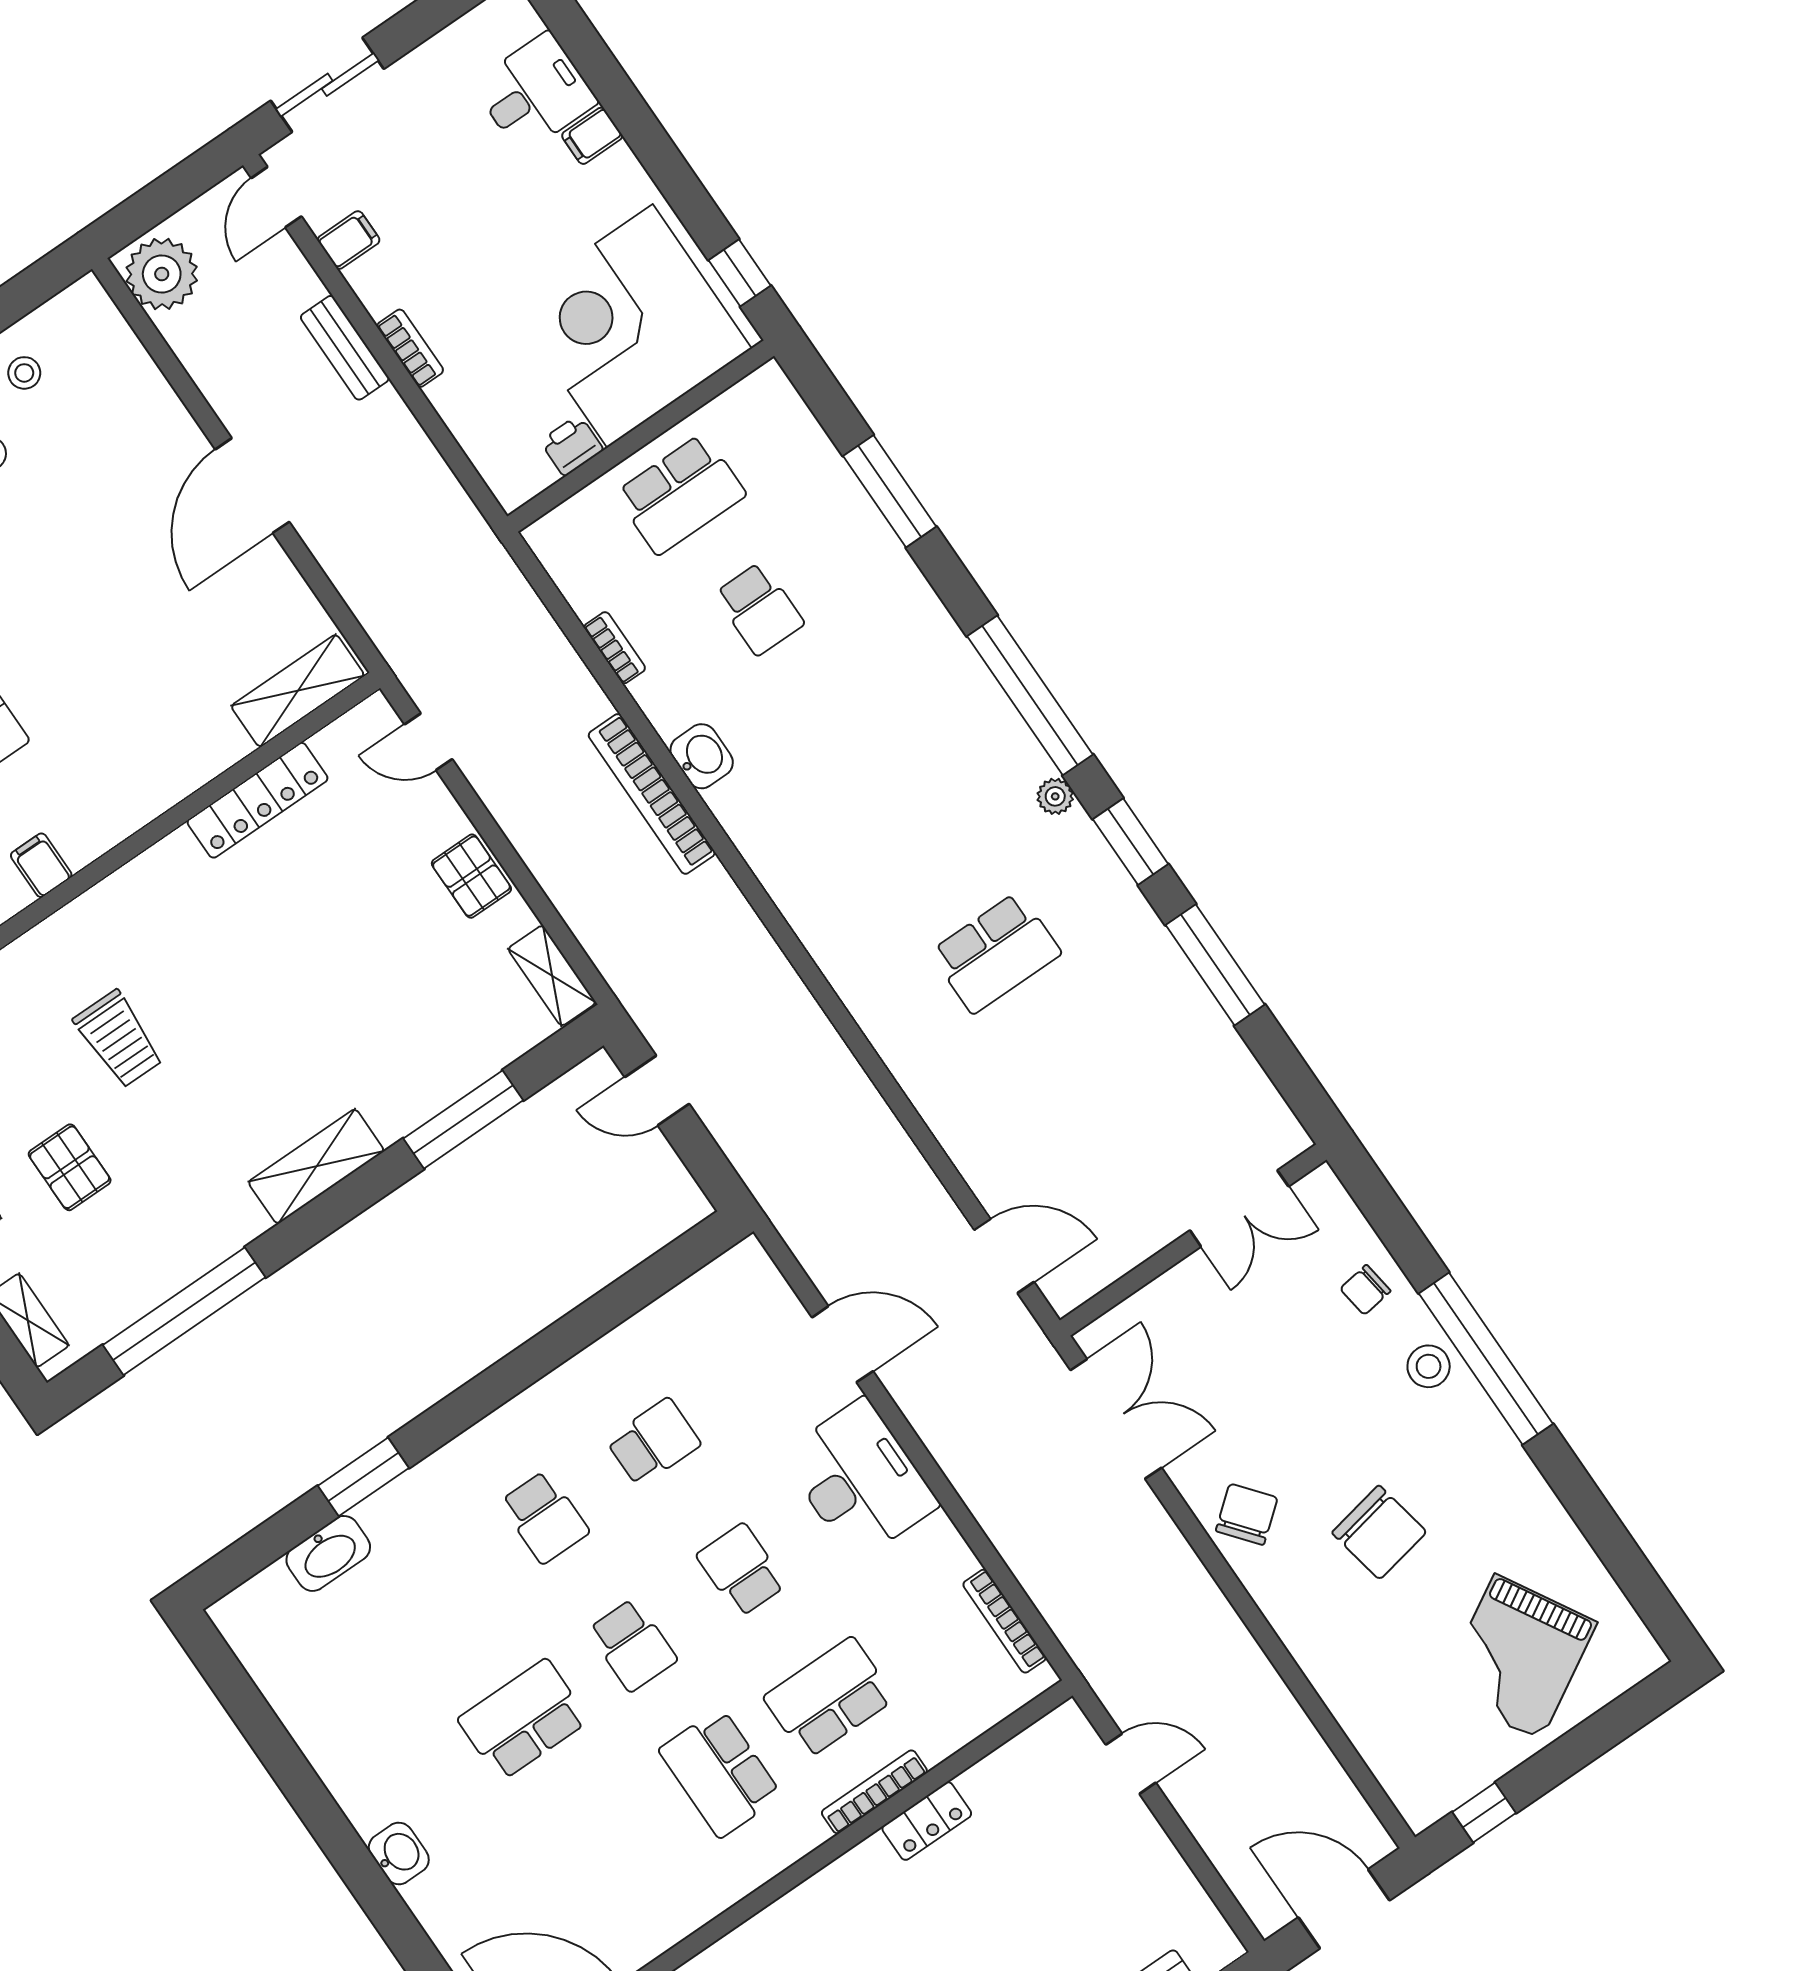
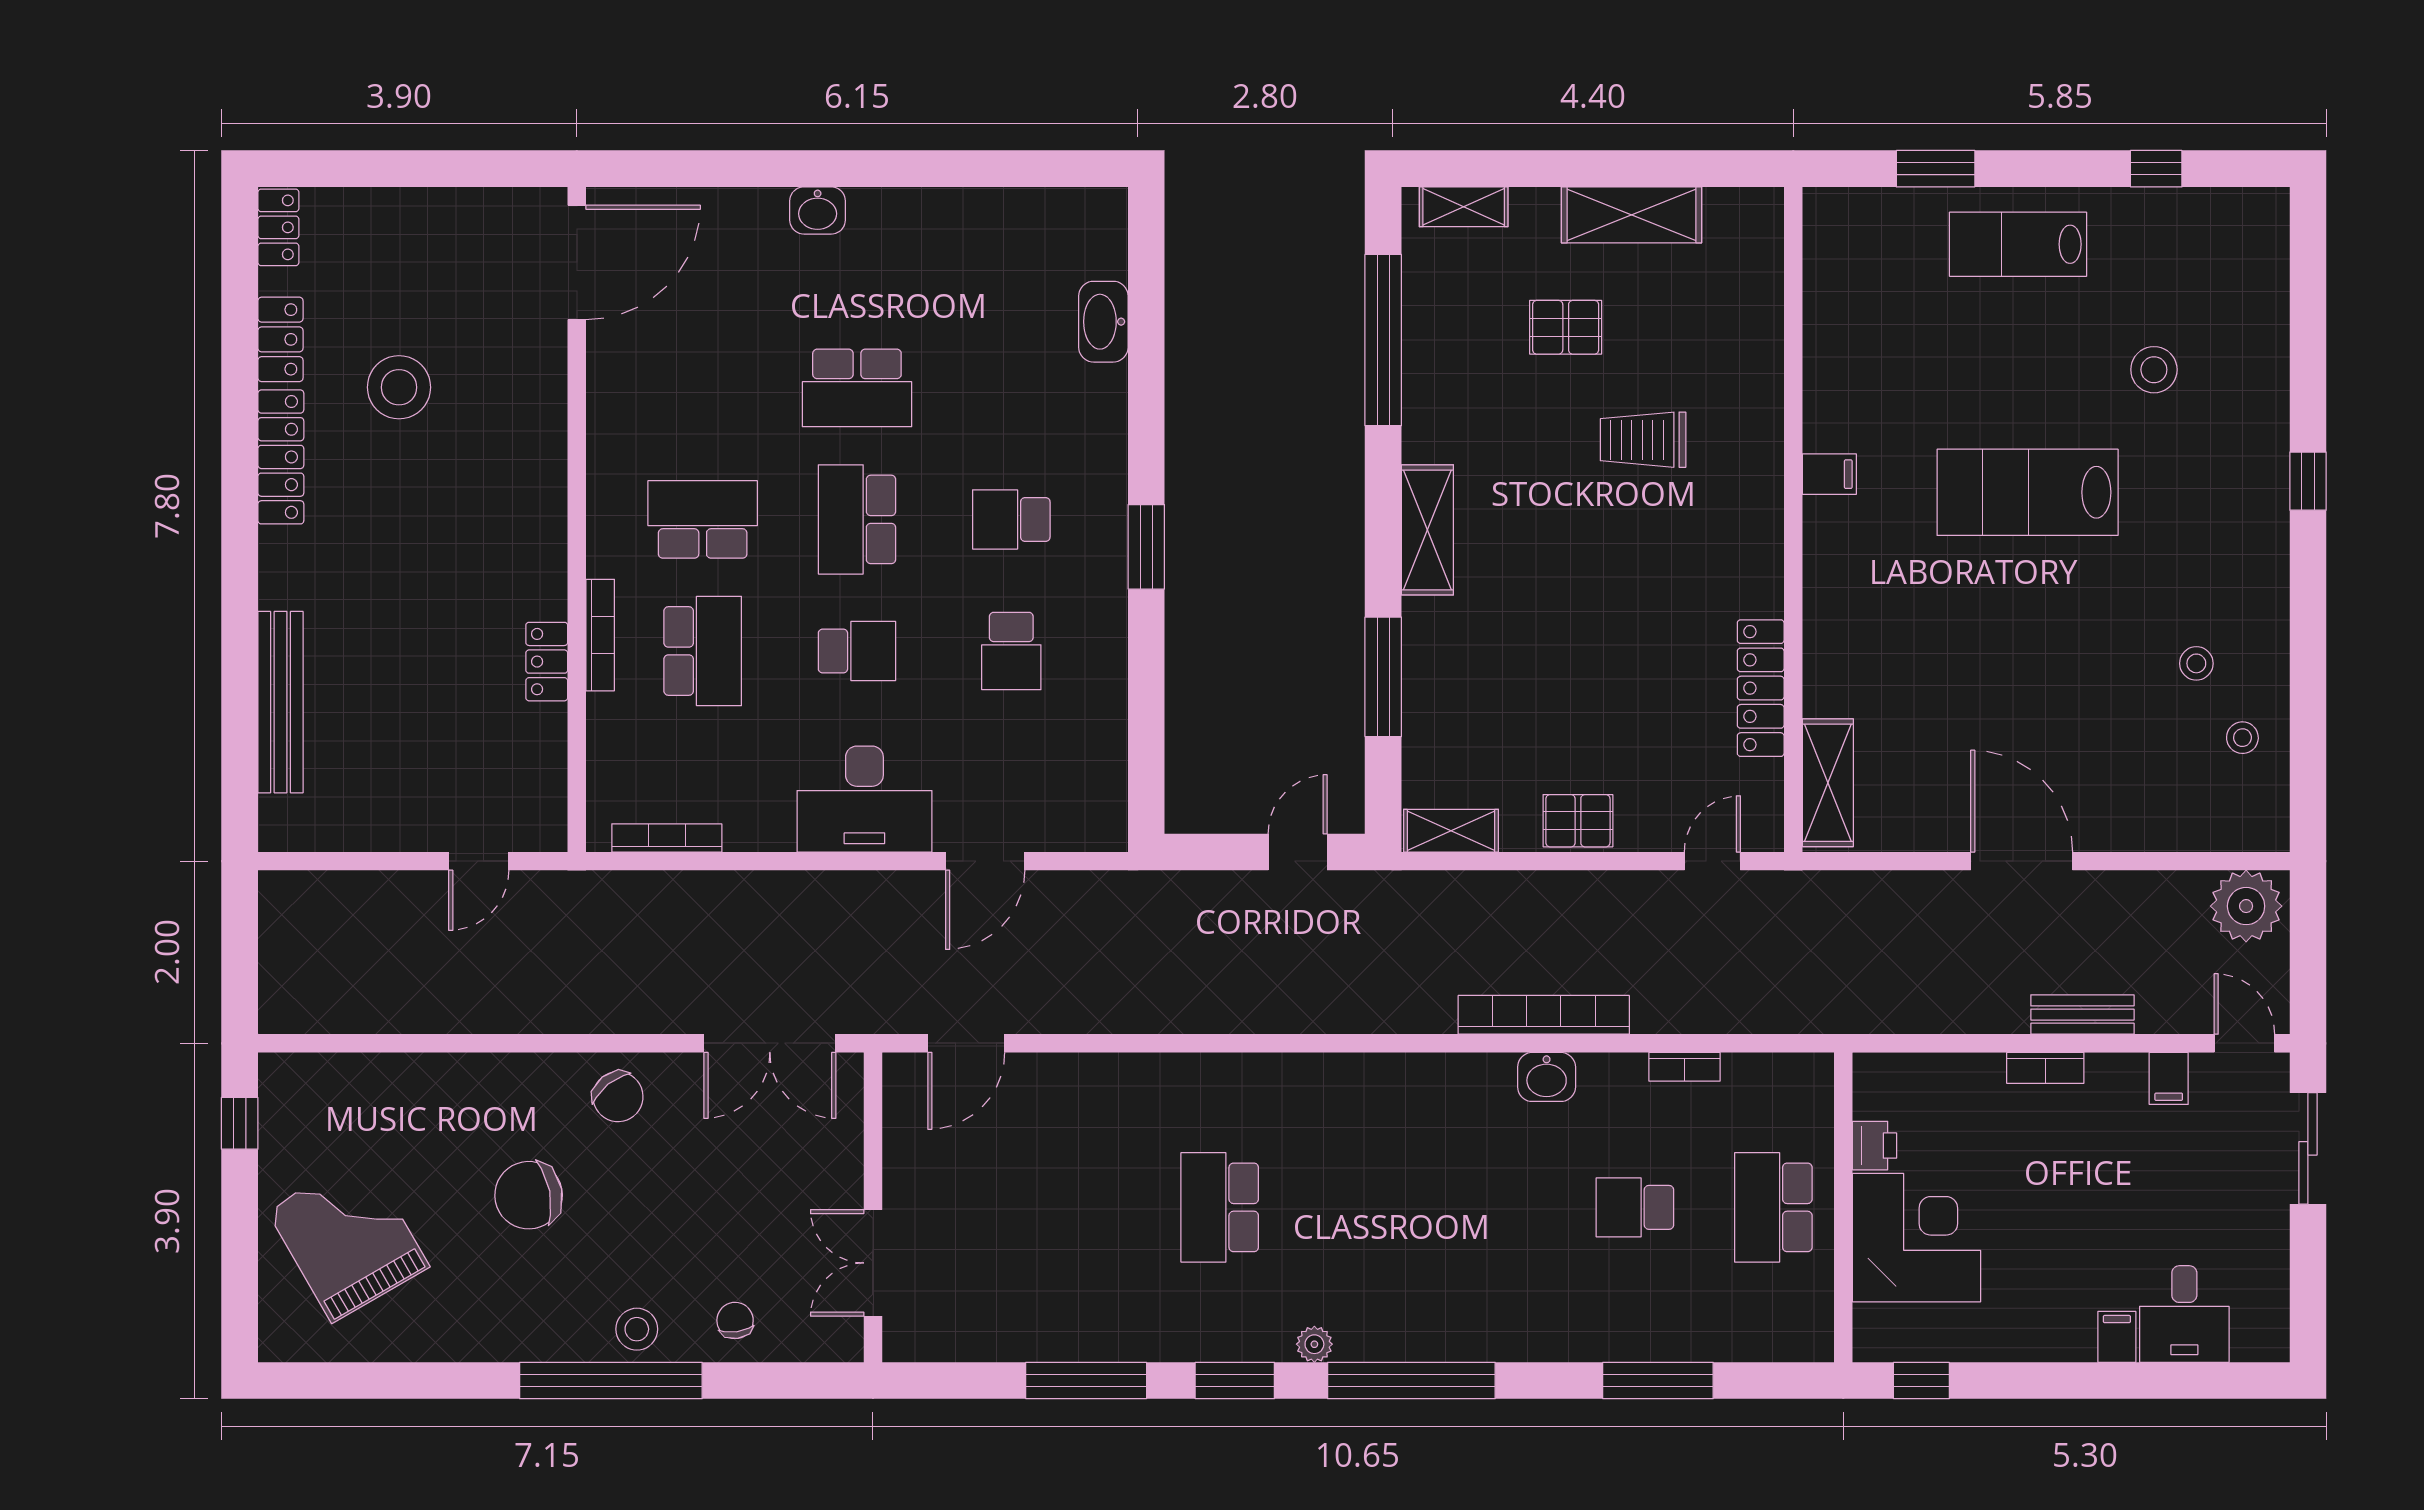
corner desk: (630, 326) -> (1917, 1238), width x0.74, depth x0.74
window: (363, 1477) -> (1146, 547), moved
school desk: (632, 1645) -> (857, 519), width x1.85
school desk: (523, 1720) -> (857, 388), turned 90
door: (1344, 1909) -> (240, 954), removed

